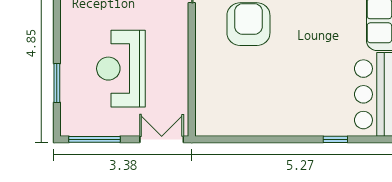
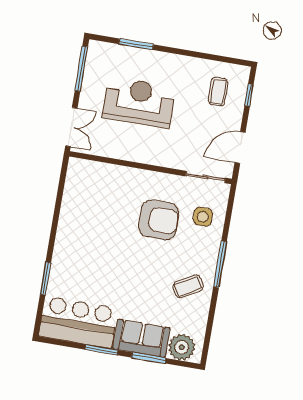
window: (335, 139) -> (45, 278), width x1.50

